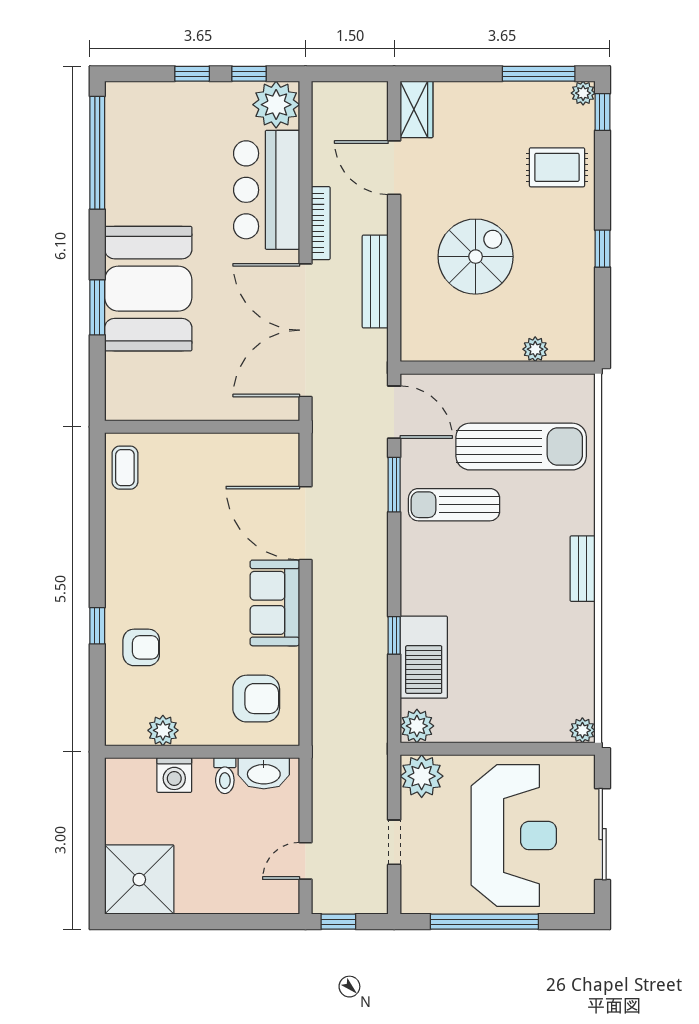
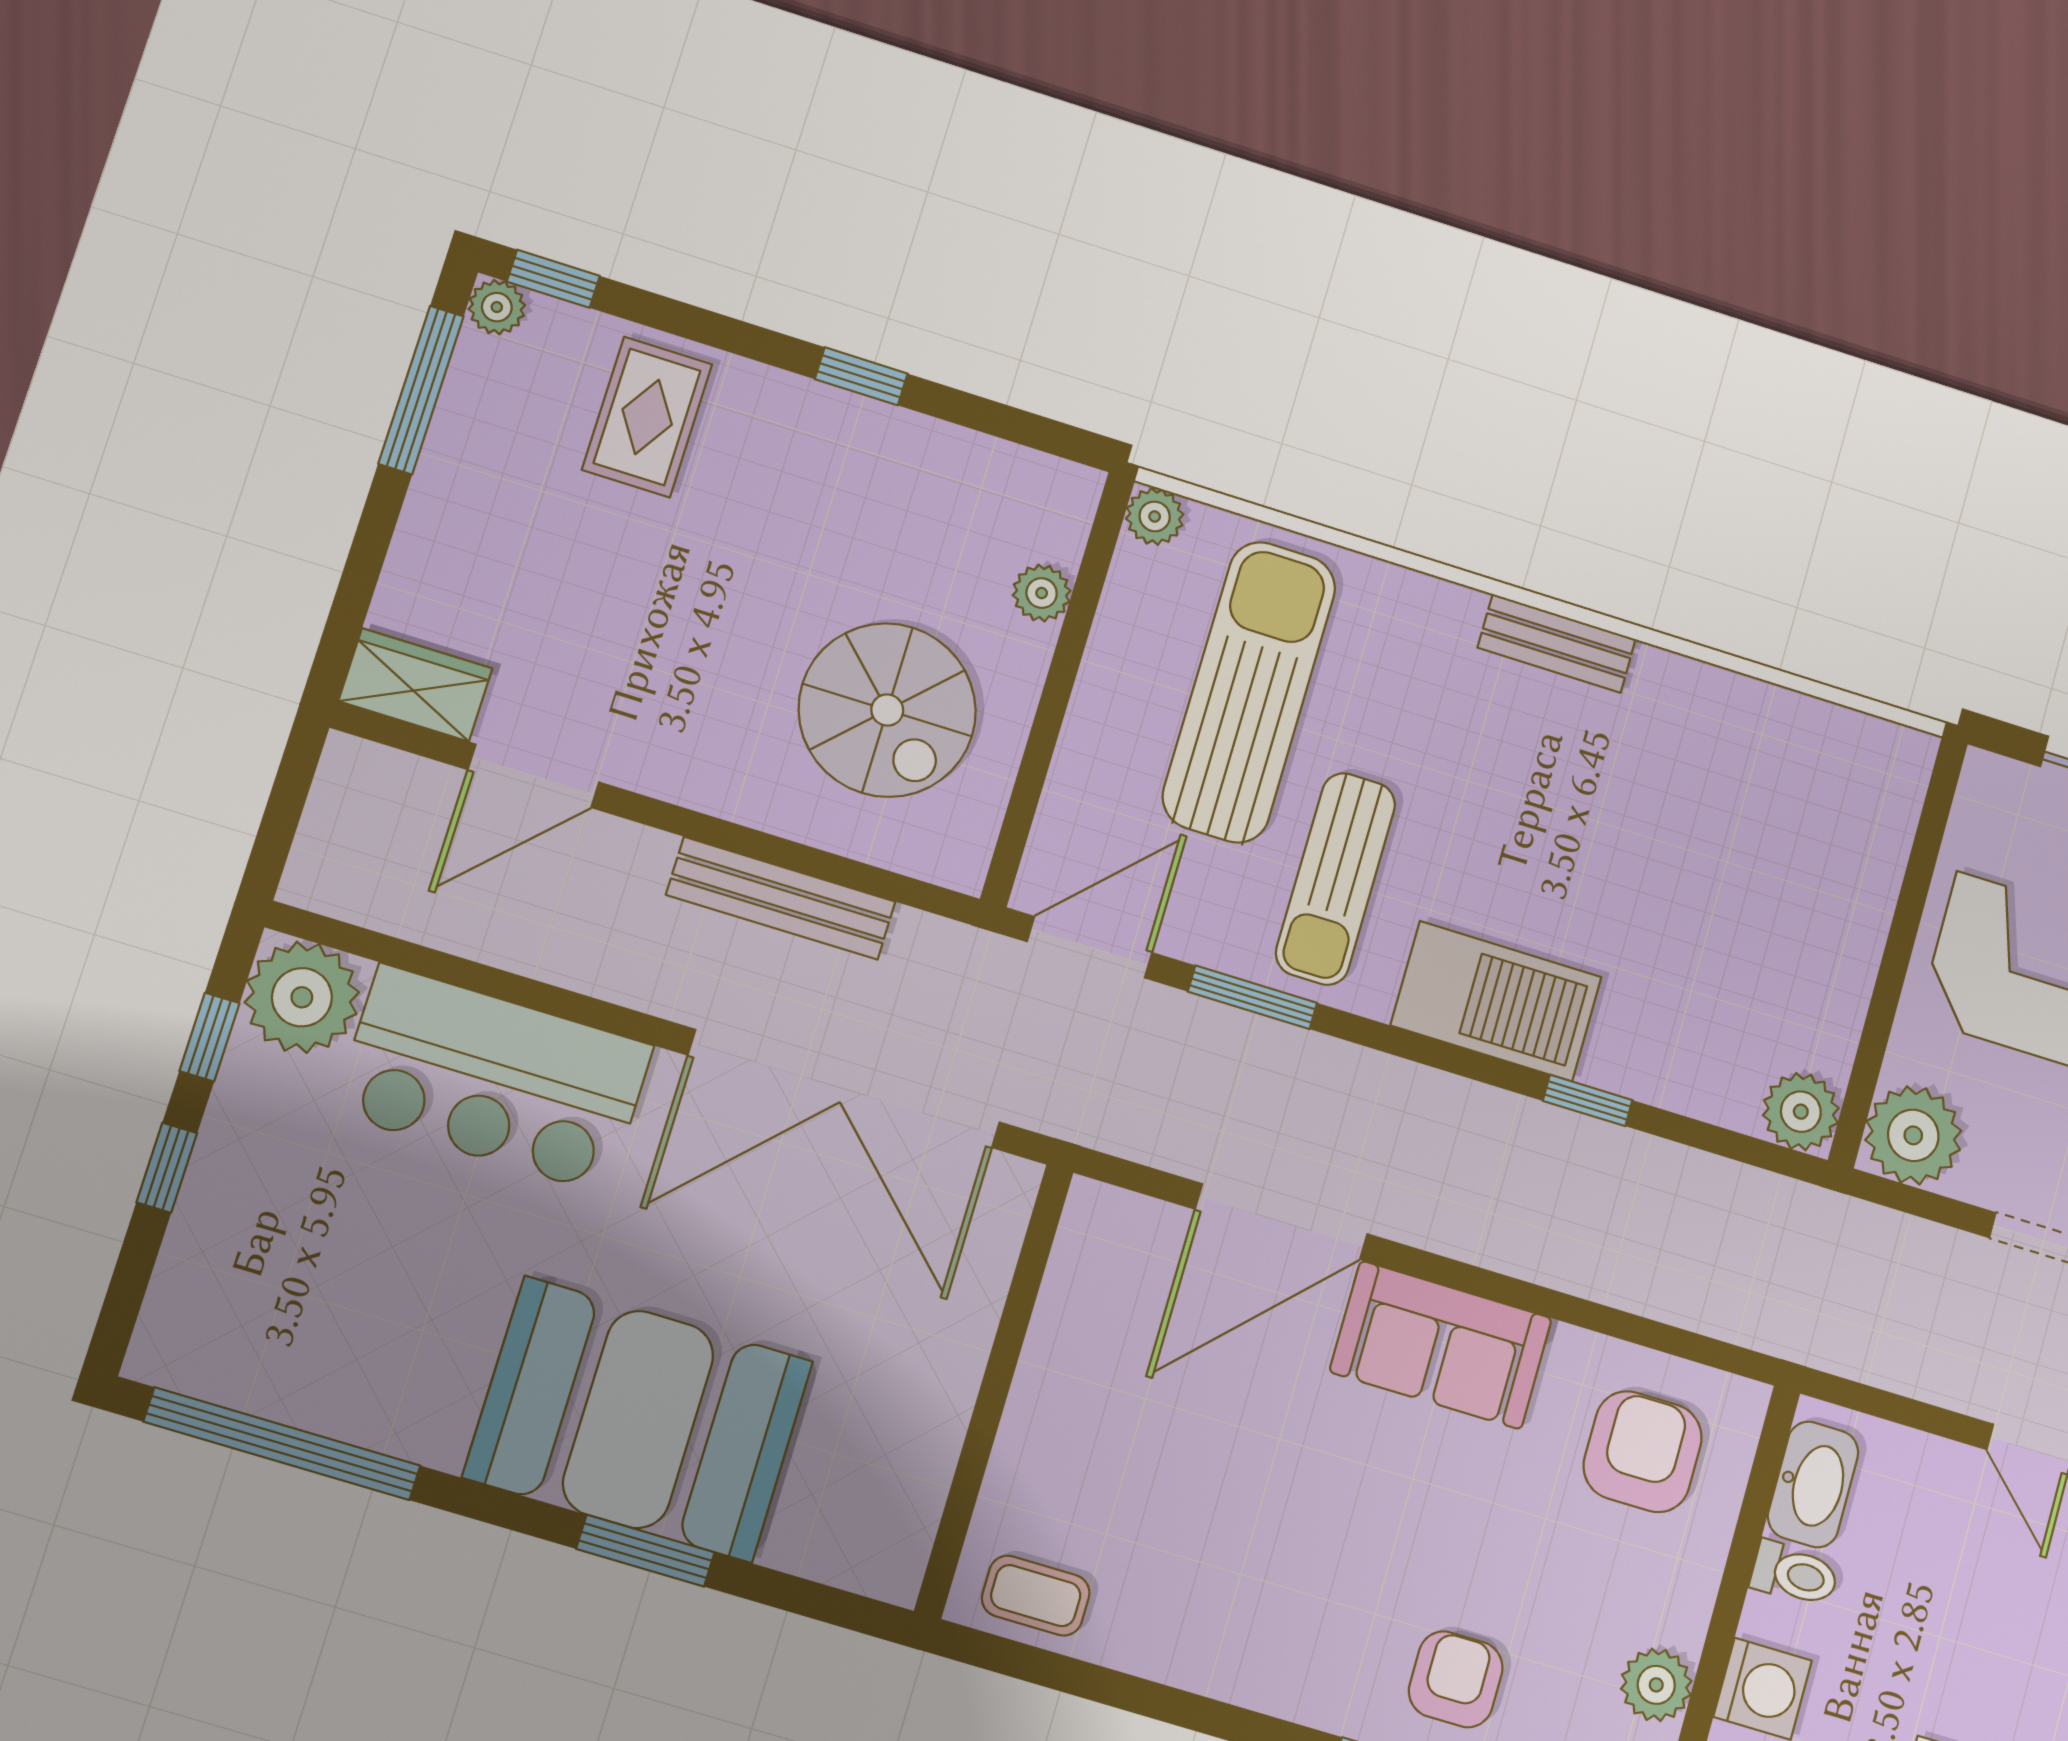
bookcase: (321, 223) -> (609, 980), removed
spiral stairs: (476, 257) -> (887, 710), moved, turned 180
barbecue: (424, 657) -> (1496, 1001), moved
plant: (582, 730) -> (1155, 516), moved

